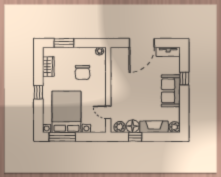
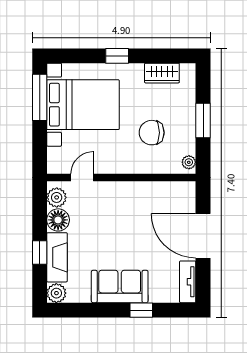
window: (64, 43) -> (203, 120), moved
window: (135, 137) -> (40, 252), moved

